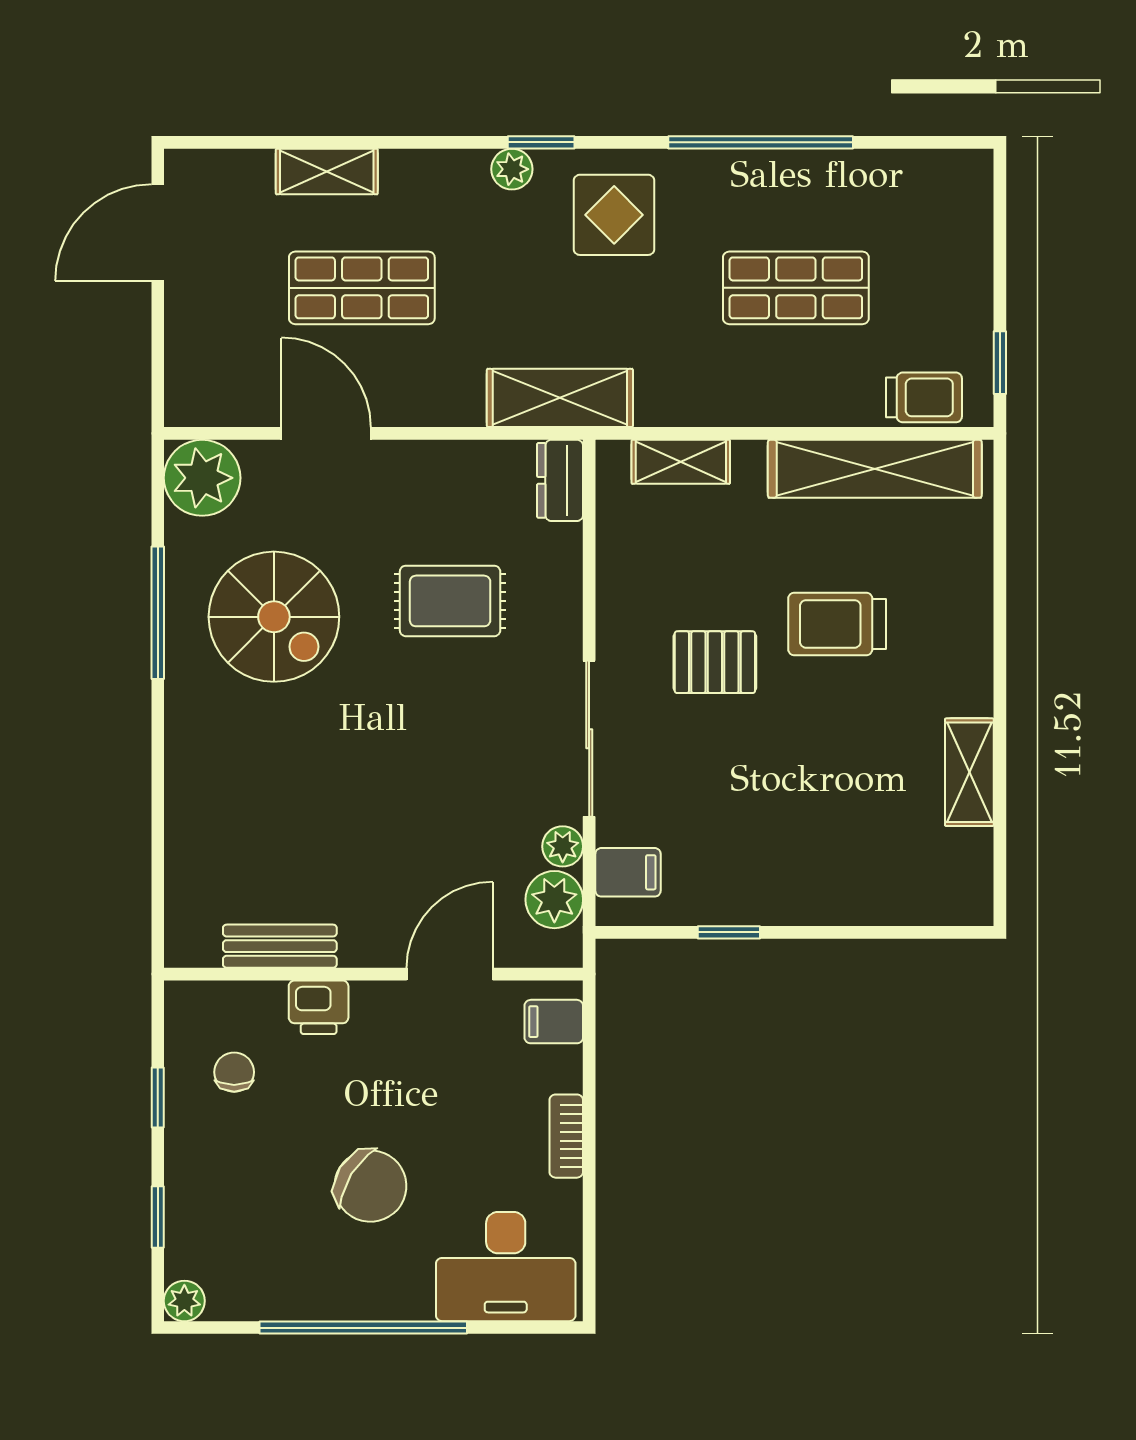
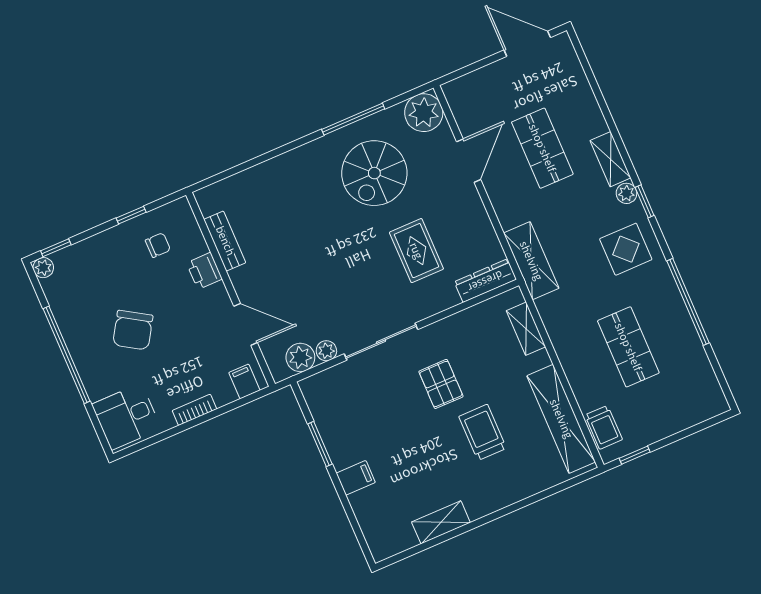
shelving: (327, 171) -> (610, 159), moved
dresser: (560, 480) -> (485, 281), width x1.44
filing cabinet: (628, 872) -> (356, 478), moved, turned -90
window: (729, 932) -> (320, 444), width x1.50
window: (158, 1217) -> (56, 248), moved
desk: (506, 1267) -> (126, 417), width x0.73

